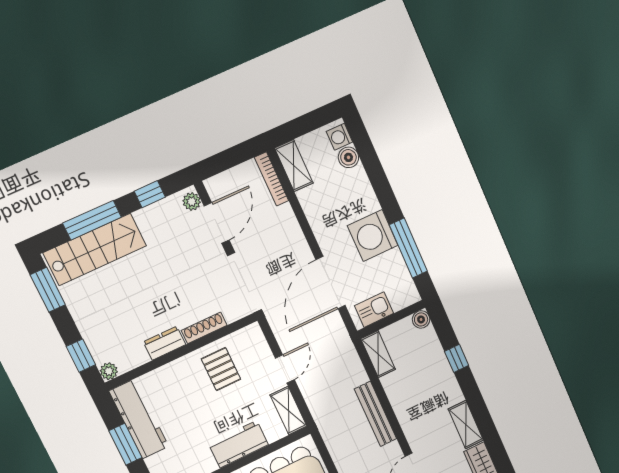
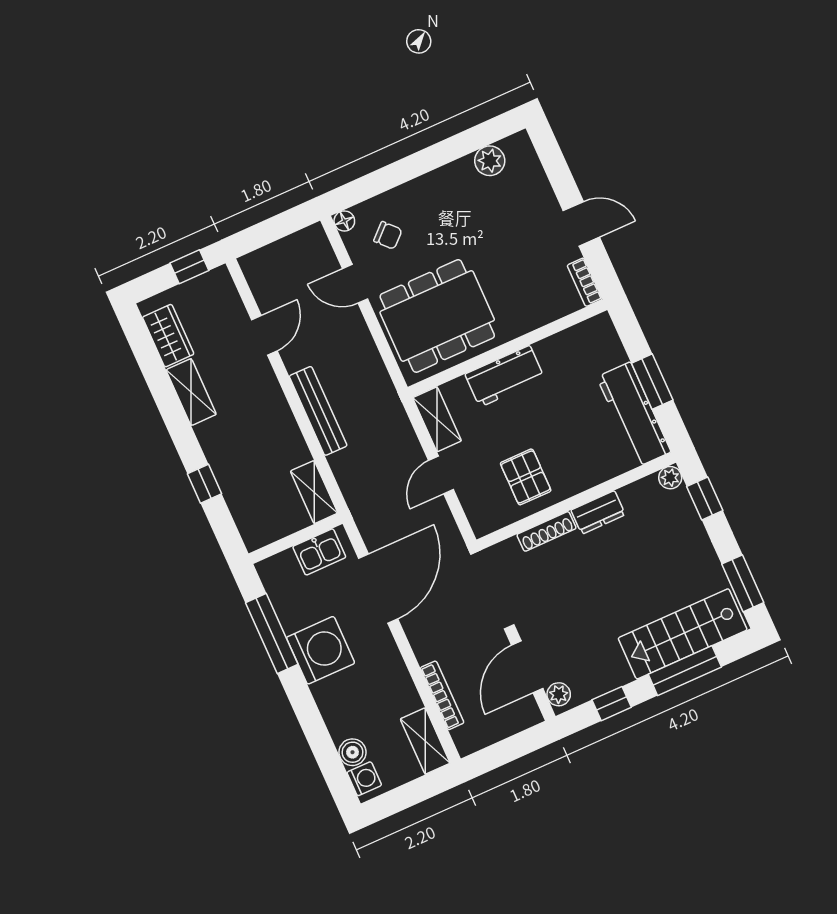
bookcase: (271, 179) -> (442, 695), moved
boiler: (421, 319) -> (254, 538), removed

